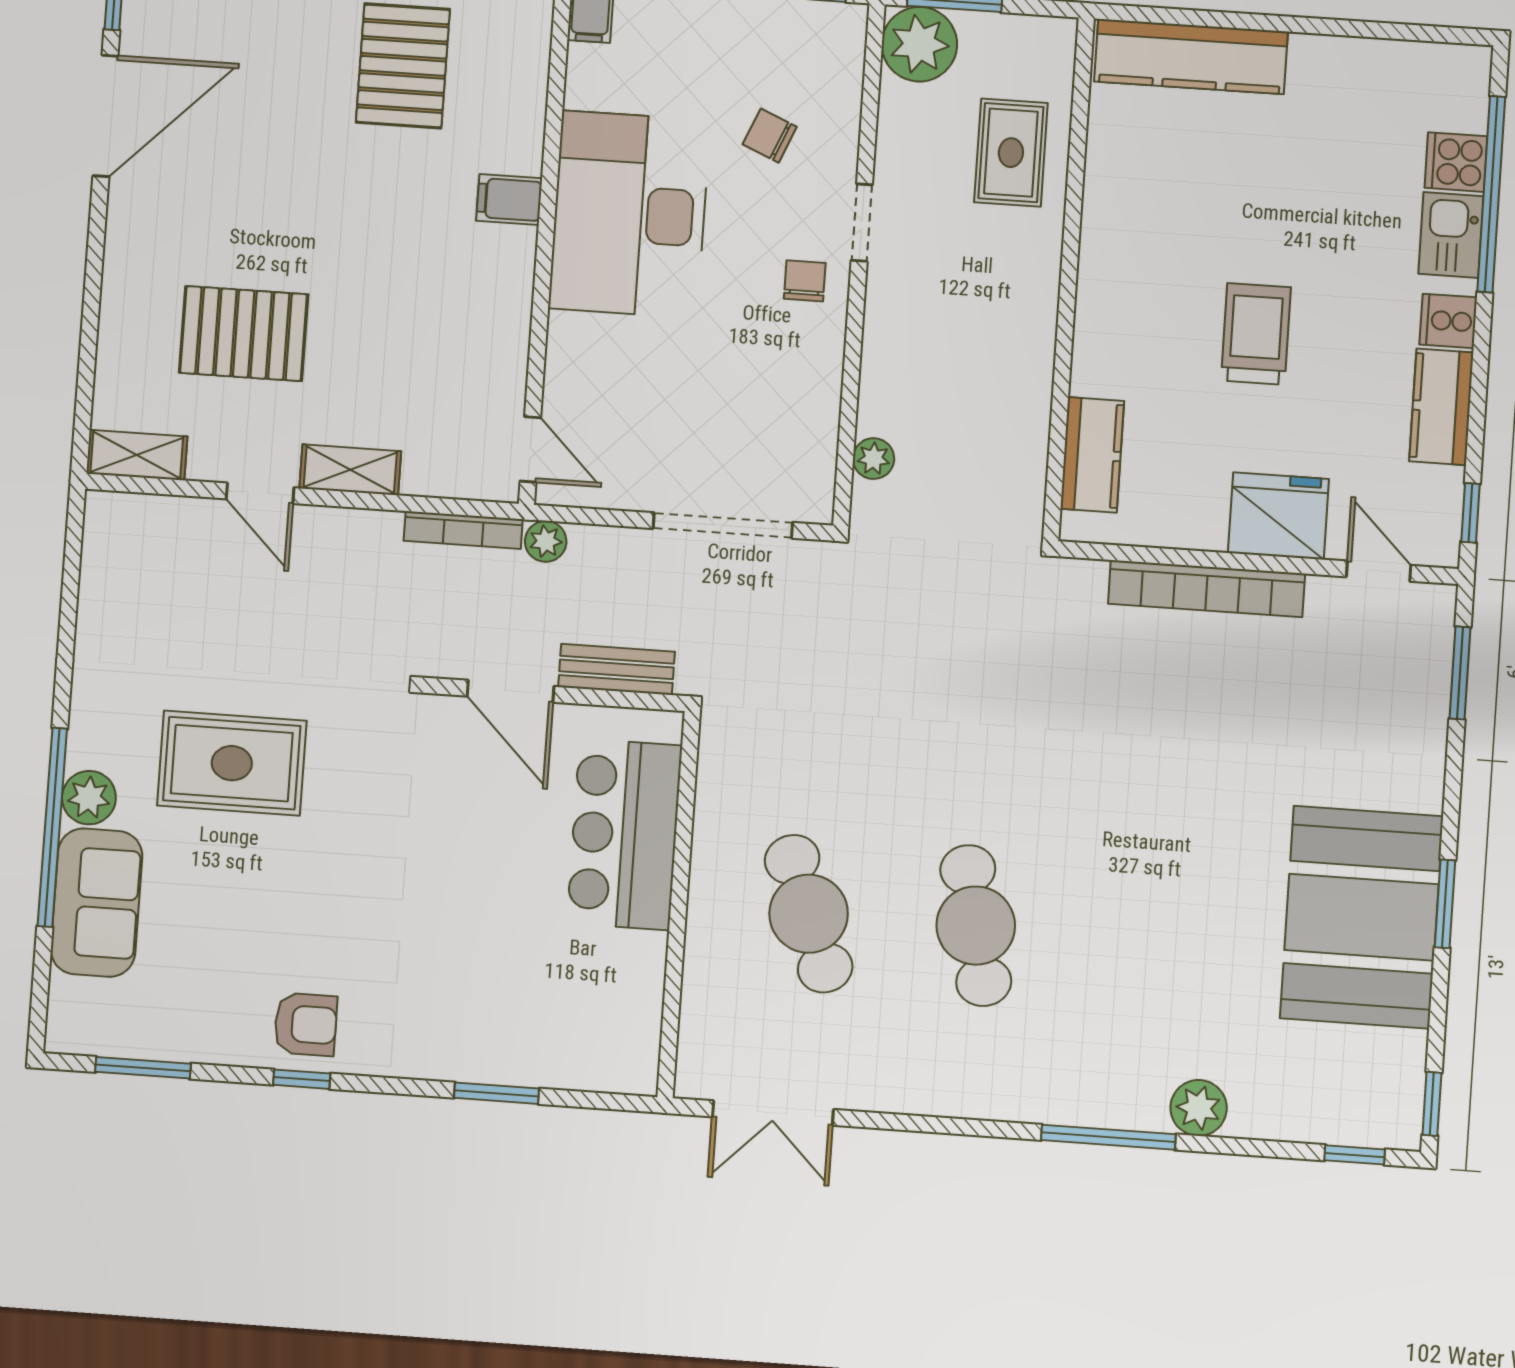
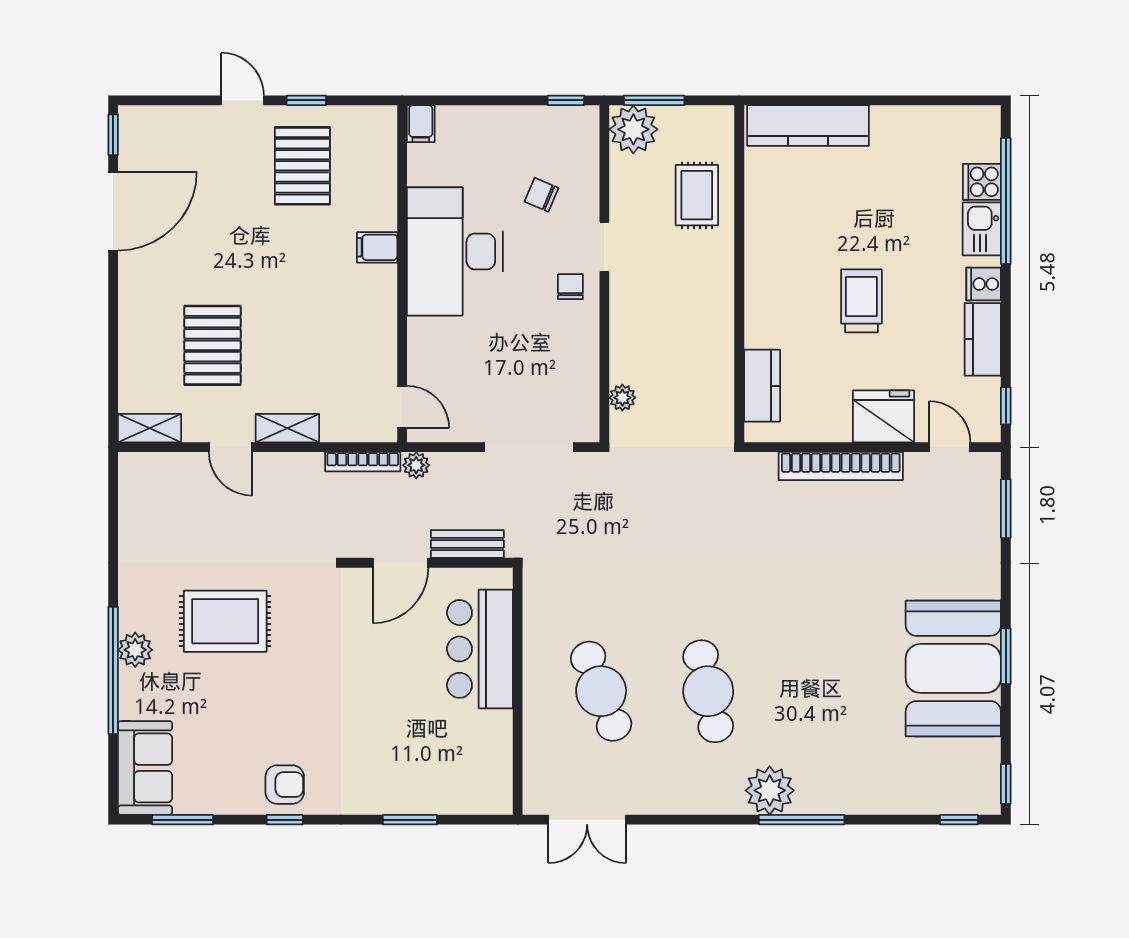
pallet: (244, 334) -> (212, 345), turned 90
door: (510, 691) -> (400, 563), hinge flipped
sofa: (96, 903) -> (145, 768), moved
plant: (1199, 1108) -> (770, 790), moved, width x1.36, depth x1.36

